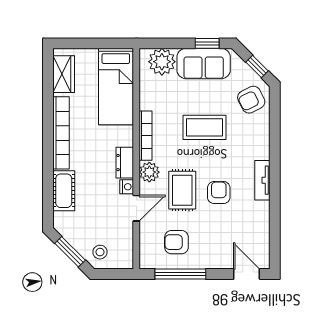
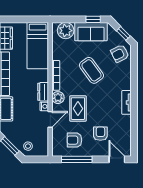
coffee table: (205, 127) -> (91, 70), turned 54
armchair: (219, 193) -> (100, 134), moved

